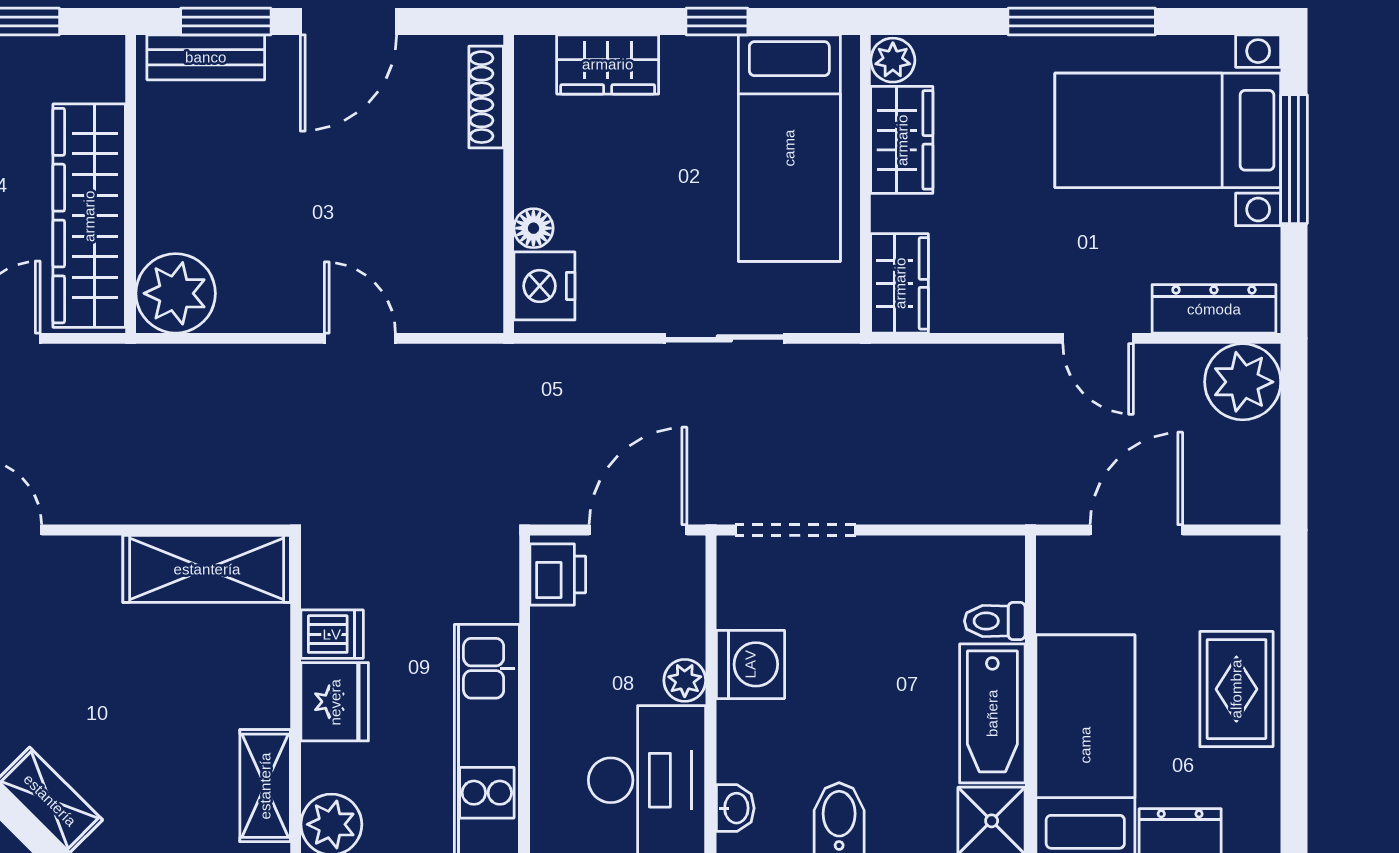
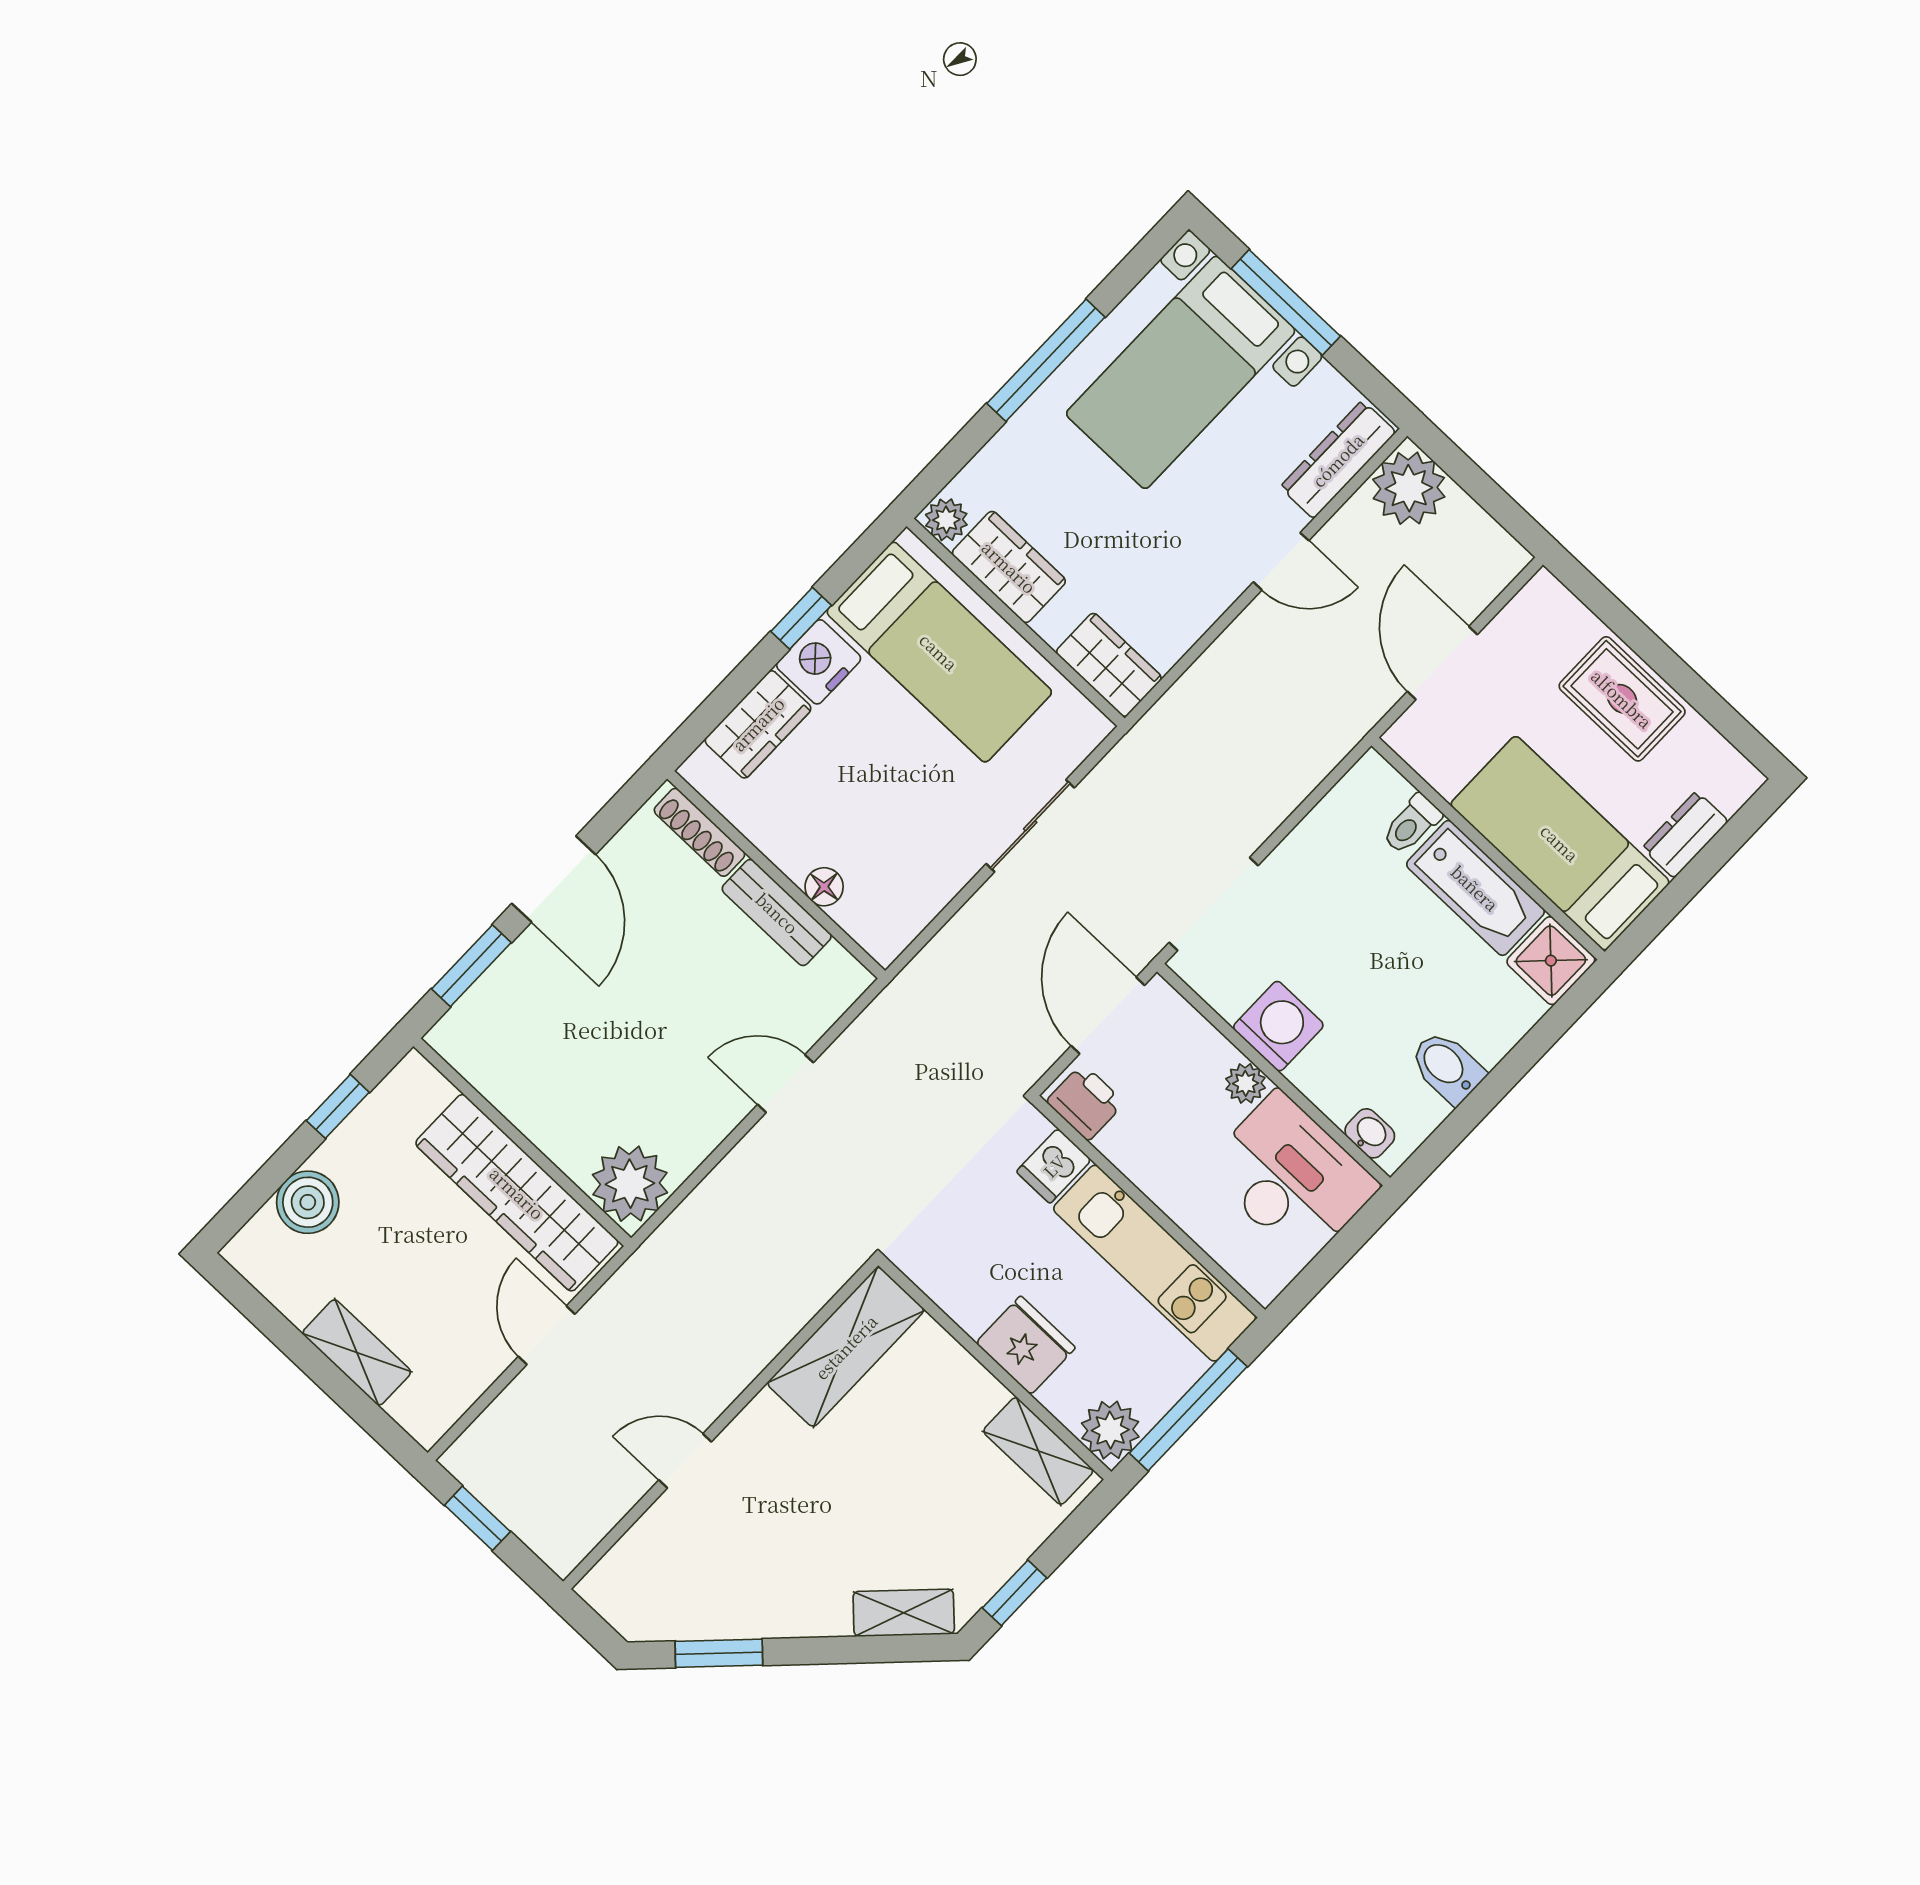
bench: (206, 57) -> (777, 913), moved, turned 90
nightstand: (544, 286) -> (819, 662), moved, turned 90
dishwasher: (332, 634) -> (1054, 1166), moved, turned 180

